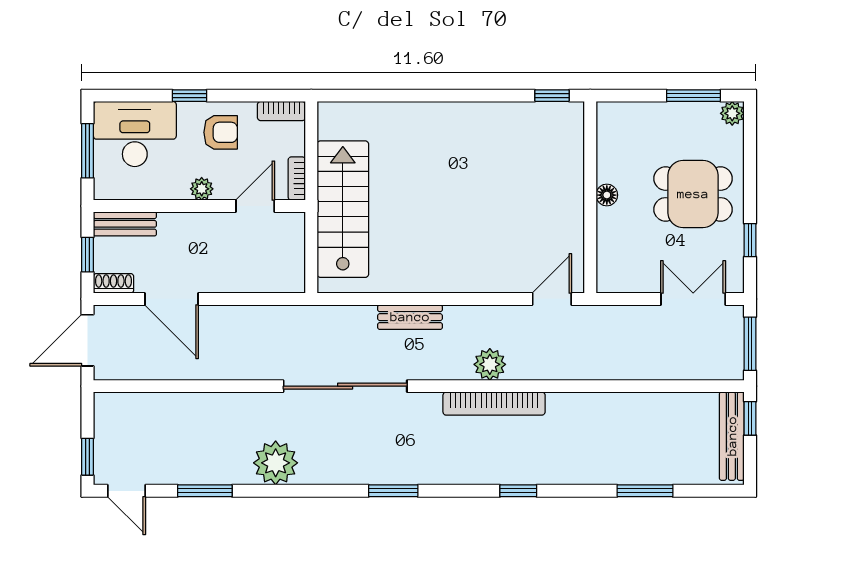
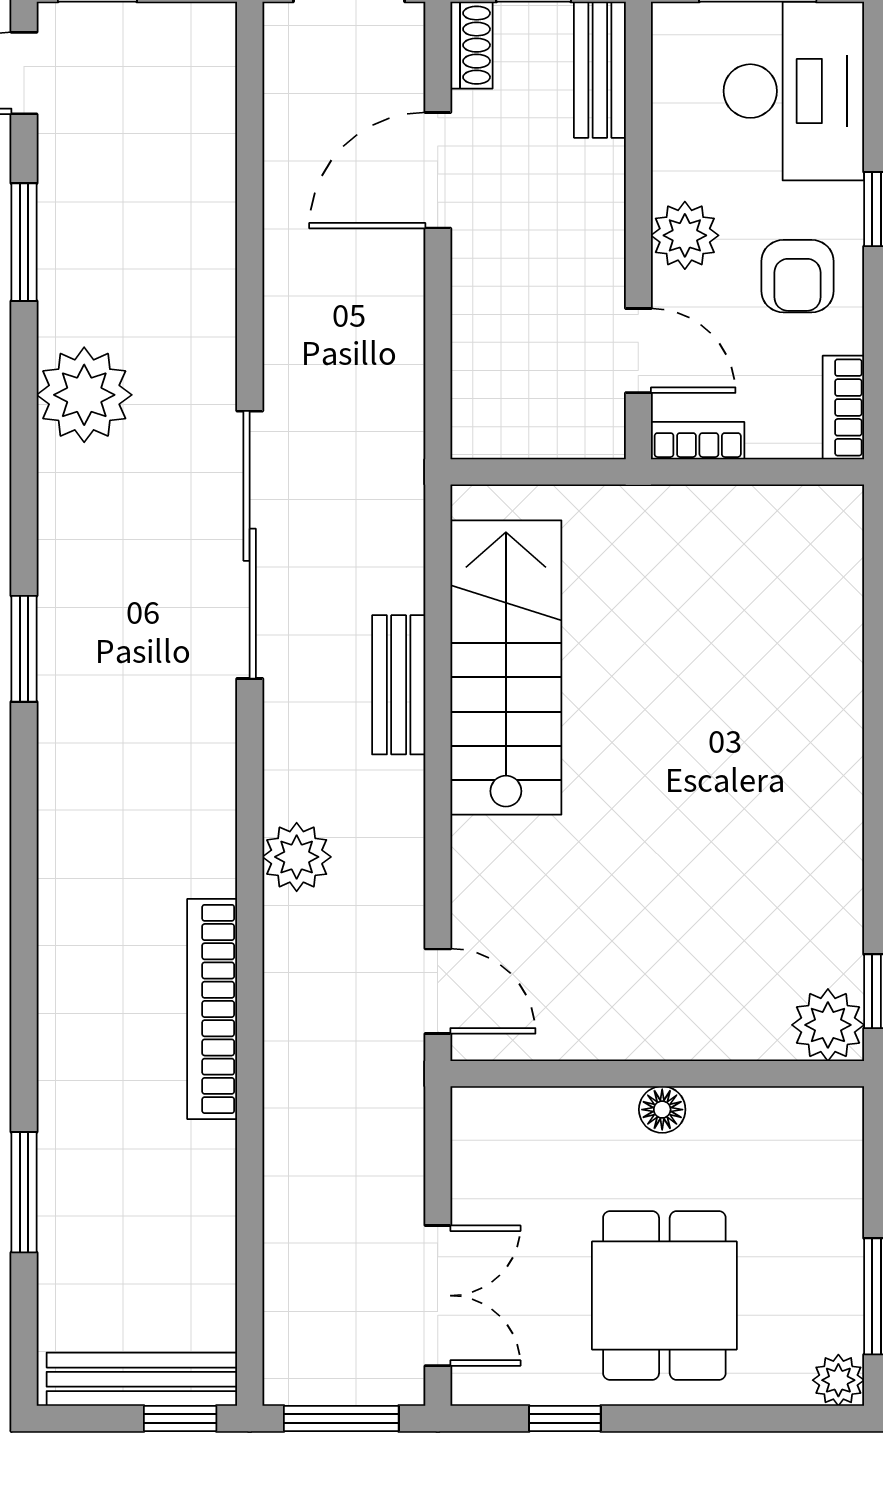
plant: (568, 118) -> (828, 1025), added
plant: (202, 189) -> (685, 235), width x1.38, depth x1.38
stairs: (343, 209) -> (506, 668), moved, turned -90
bookcase: (494, 404) -> (212, 1009), moved
window: (518, 491) -> (24, 918), removed

